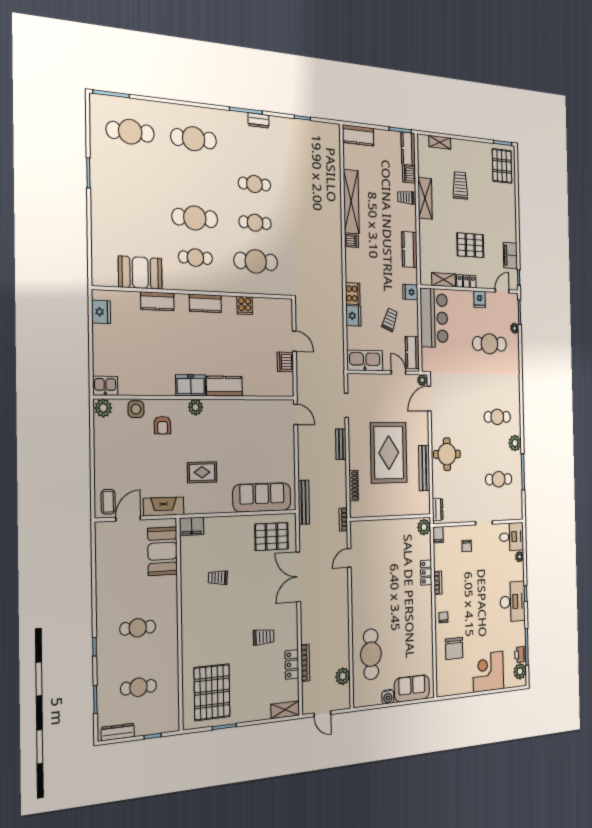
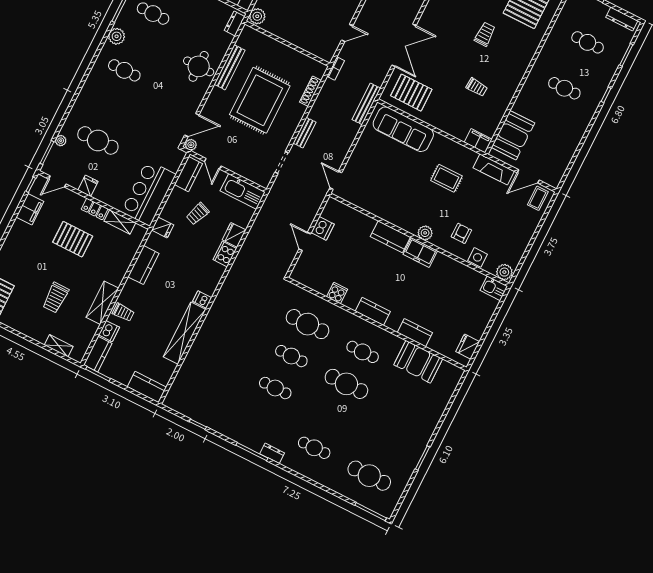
dresser: (258, 120) -> (272, 453), moved
cafe table: (194, 139) -> (314, 448), width x0.73, depth x0.74
trolley: (264, 637) -> (485, 34), moved, turned 90

